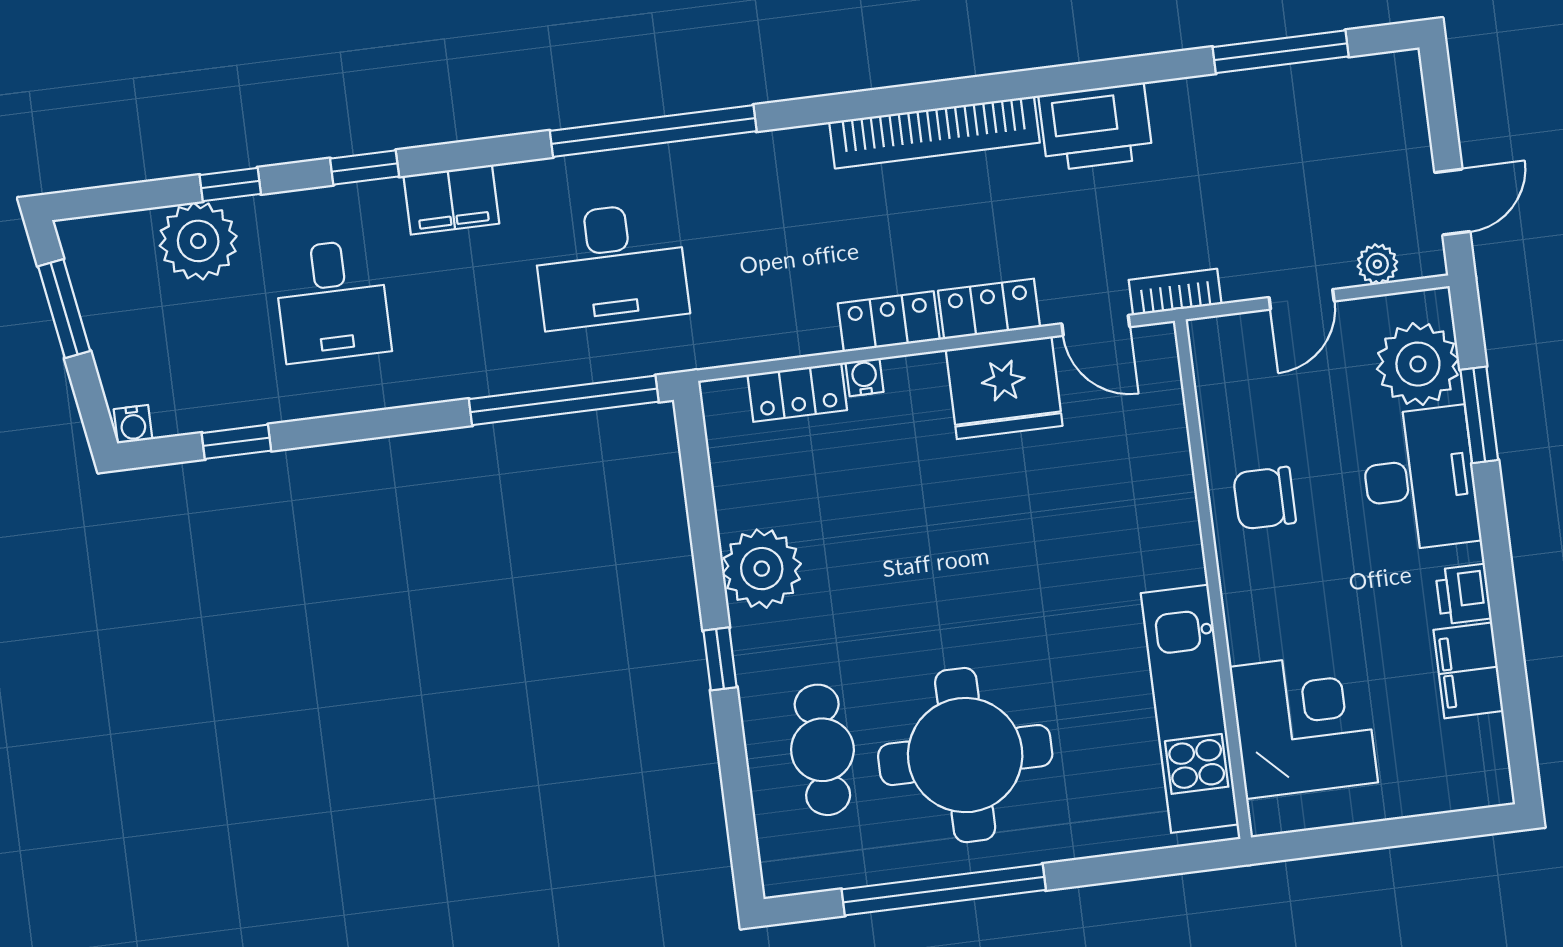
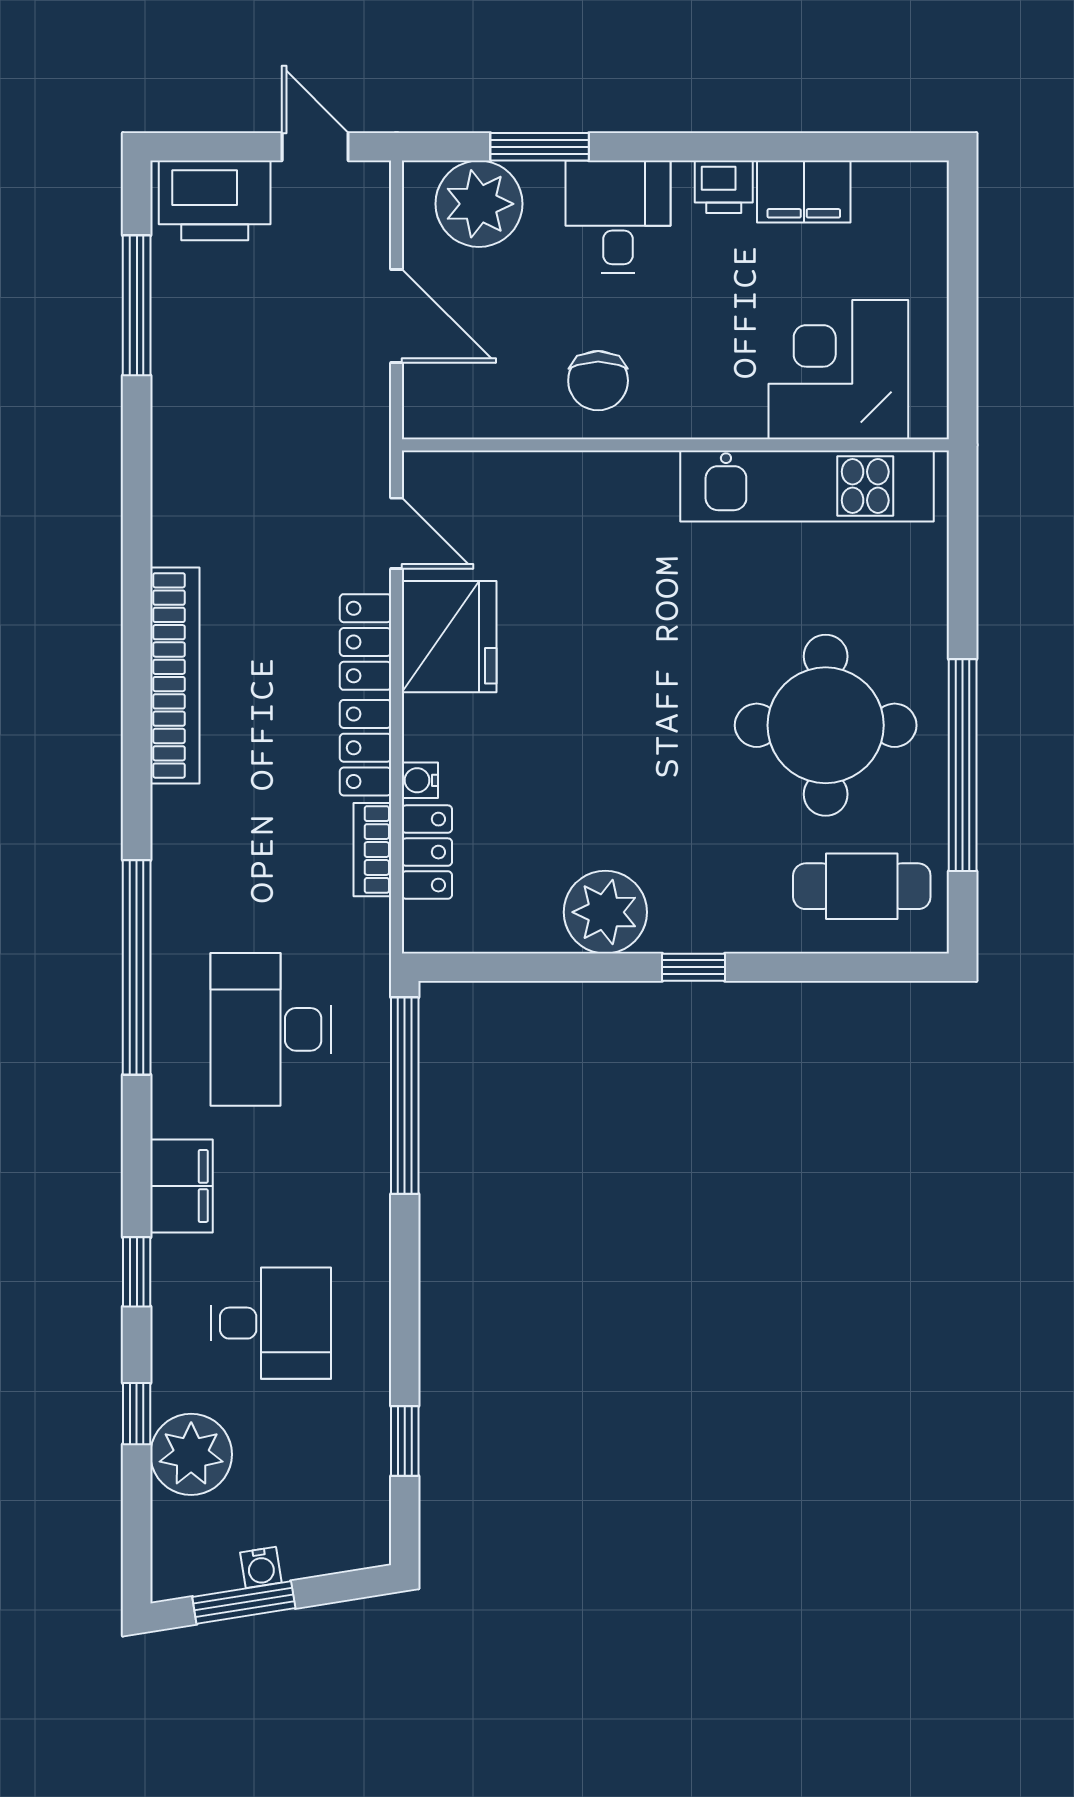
printer: (1096, 127) -> (215, 200), moved, turned 90
plant: (1377, 264) -> (370, 233), removed
desk: (611, 265) -> (271, 1029), turned 180
bookcase: (1175, 292) -> (372, 850), moved
door: (1302, 299) -> (396, 316), width x1.37
door: (1096, 325) -> (396, 533), hinge flipped
water cooler: (133, 424) -> (261, 1567), moved, turned 81
desk: (1420, 479) -> (618, 217), width x0.73
cafe table: (822, 750) -> (862, 886), moved

